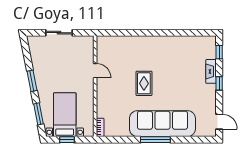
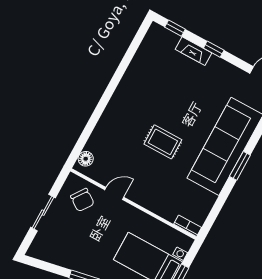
floor lamp: (107, 41) -> (86, 159), added
chair: (80, 53) -> (82, 200), added
window: (155, 140) -> (240, 166), width x0.69

